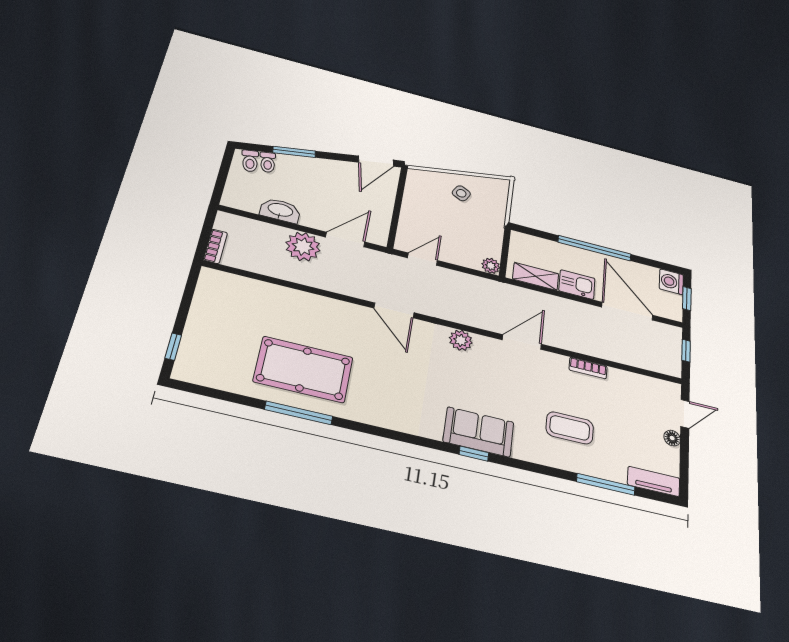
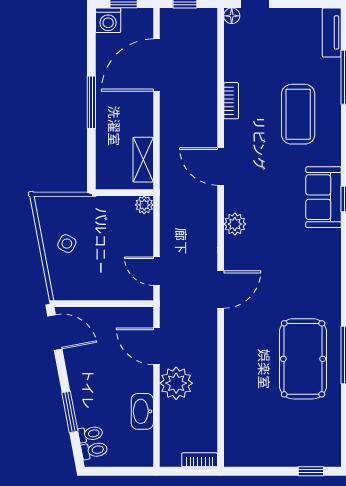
window: (595, 248) -> (91, 102), width x0.68
kitchen sink: (577, 285) -> (140, 118), removed
coffee table: (570, 428) -> (298, 114), width x1.36, depth x1.32
floor lamp: (672, 438) -> (232, 16), moved

